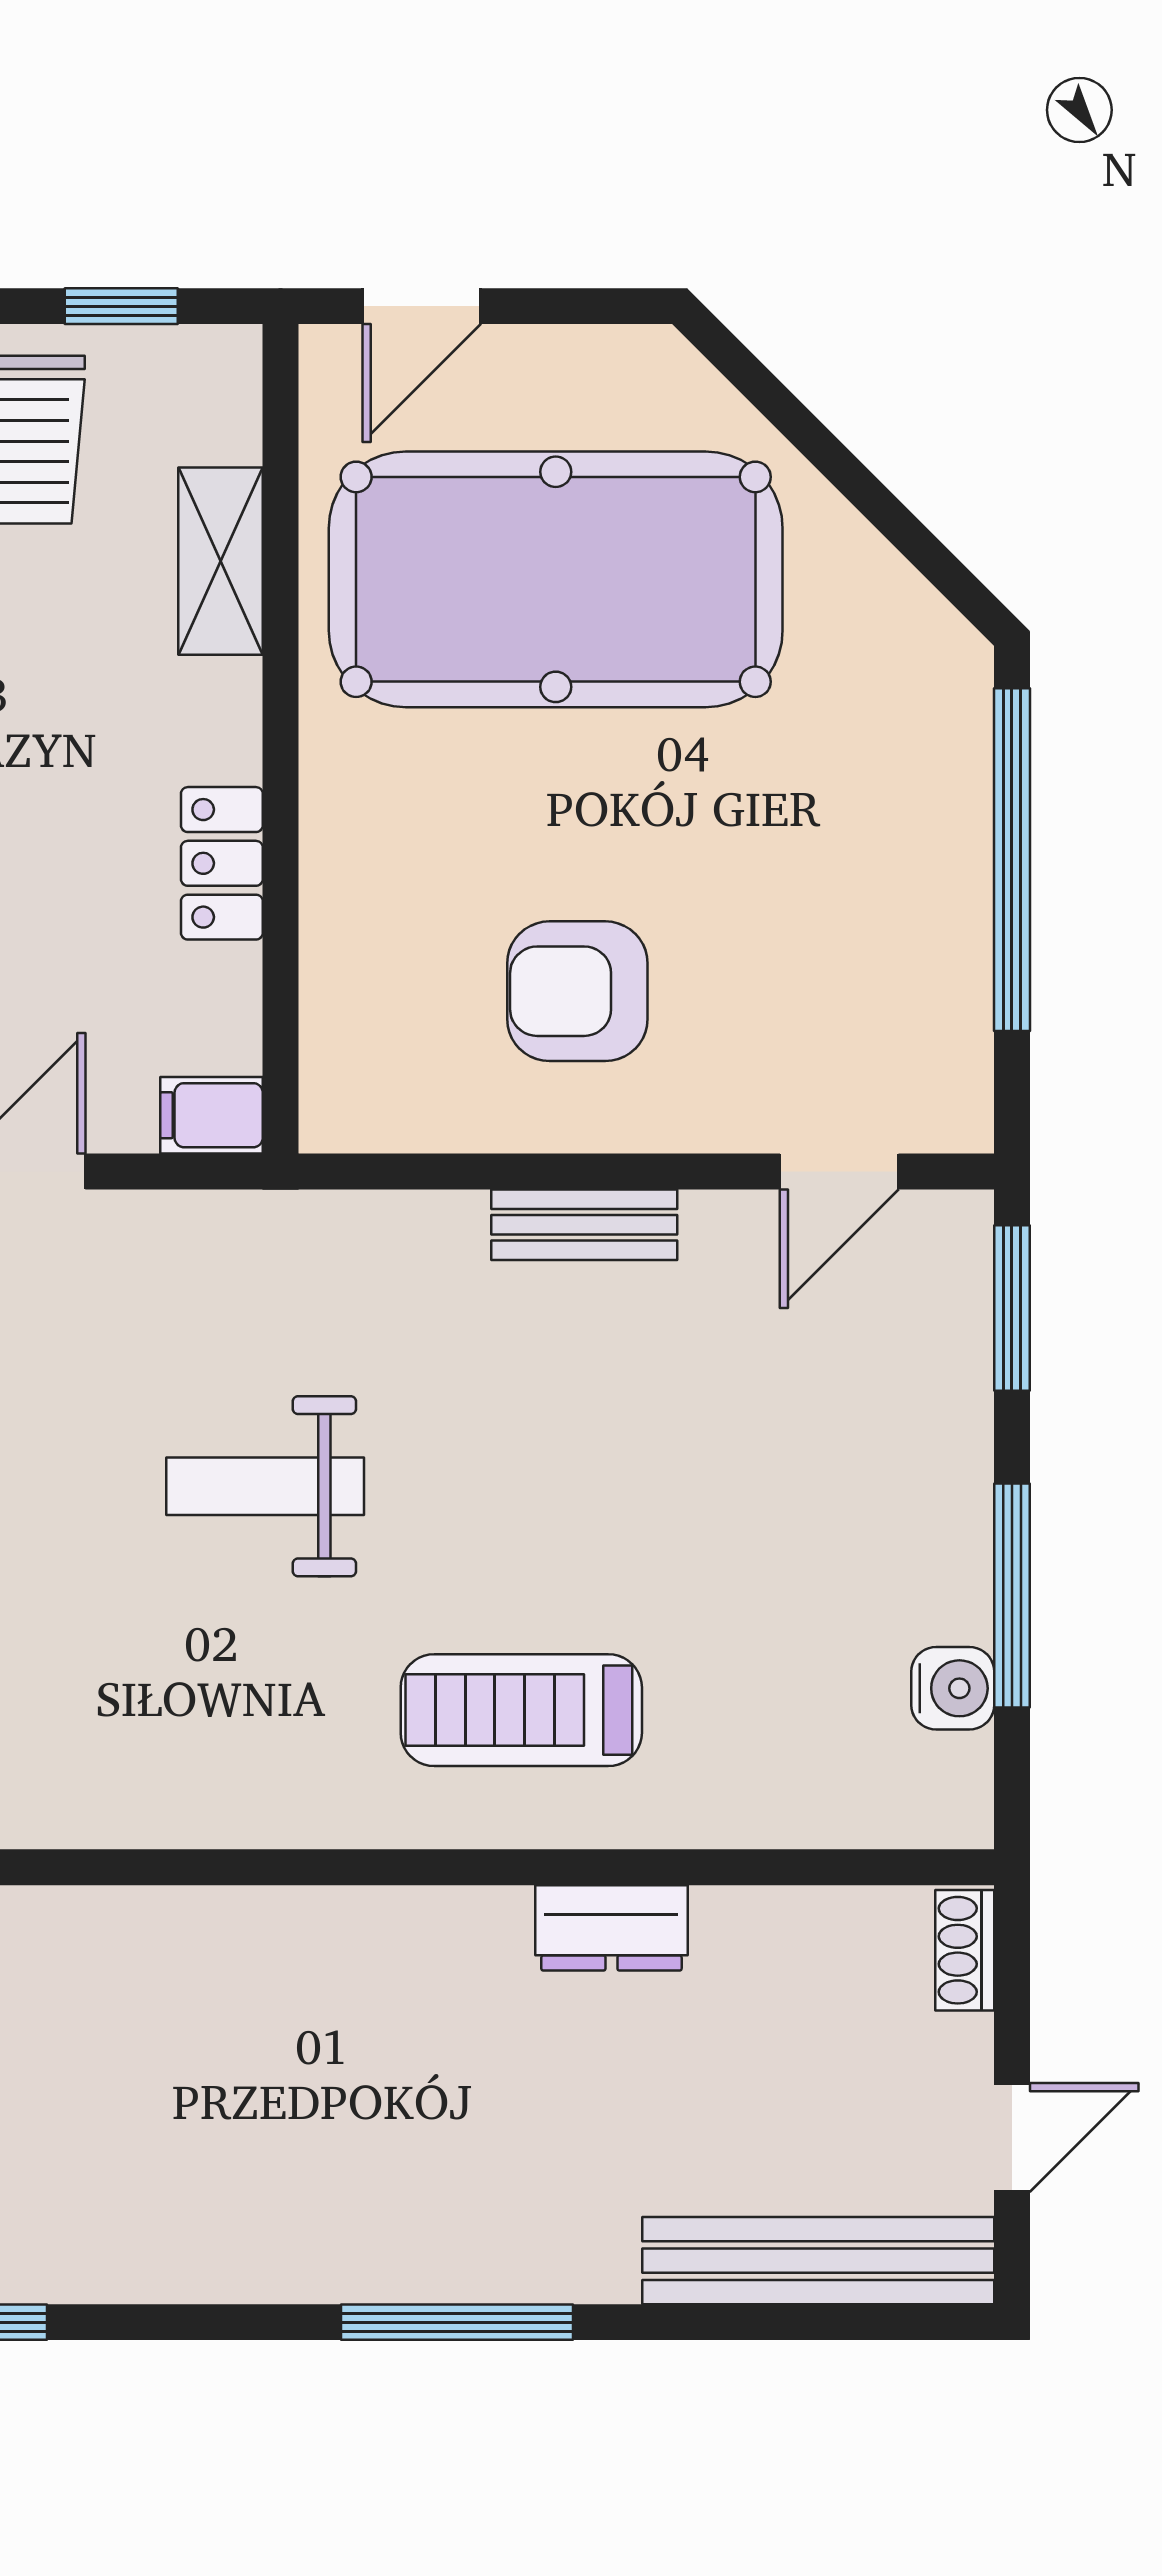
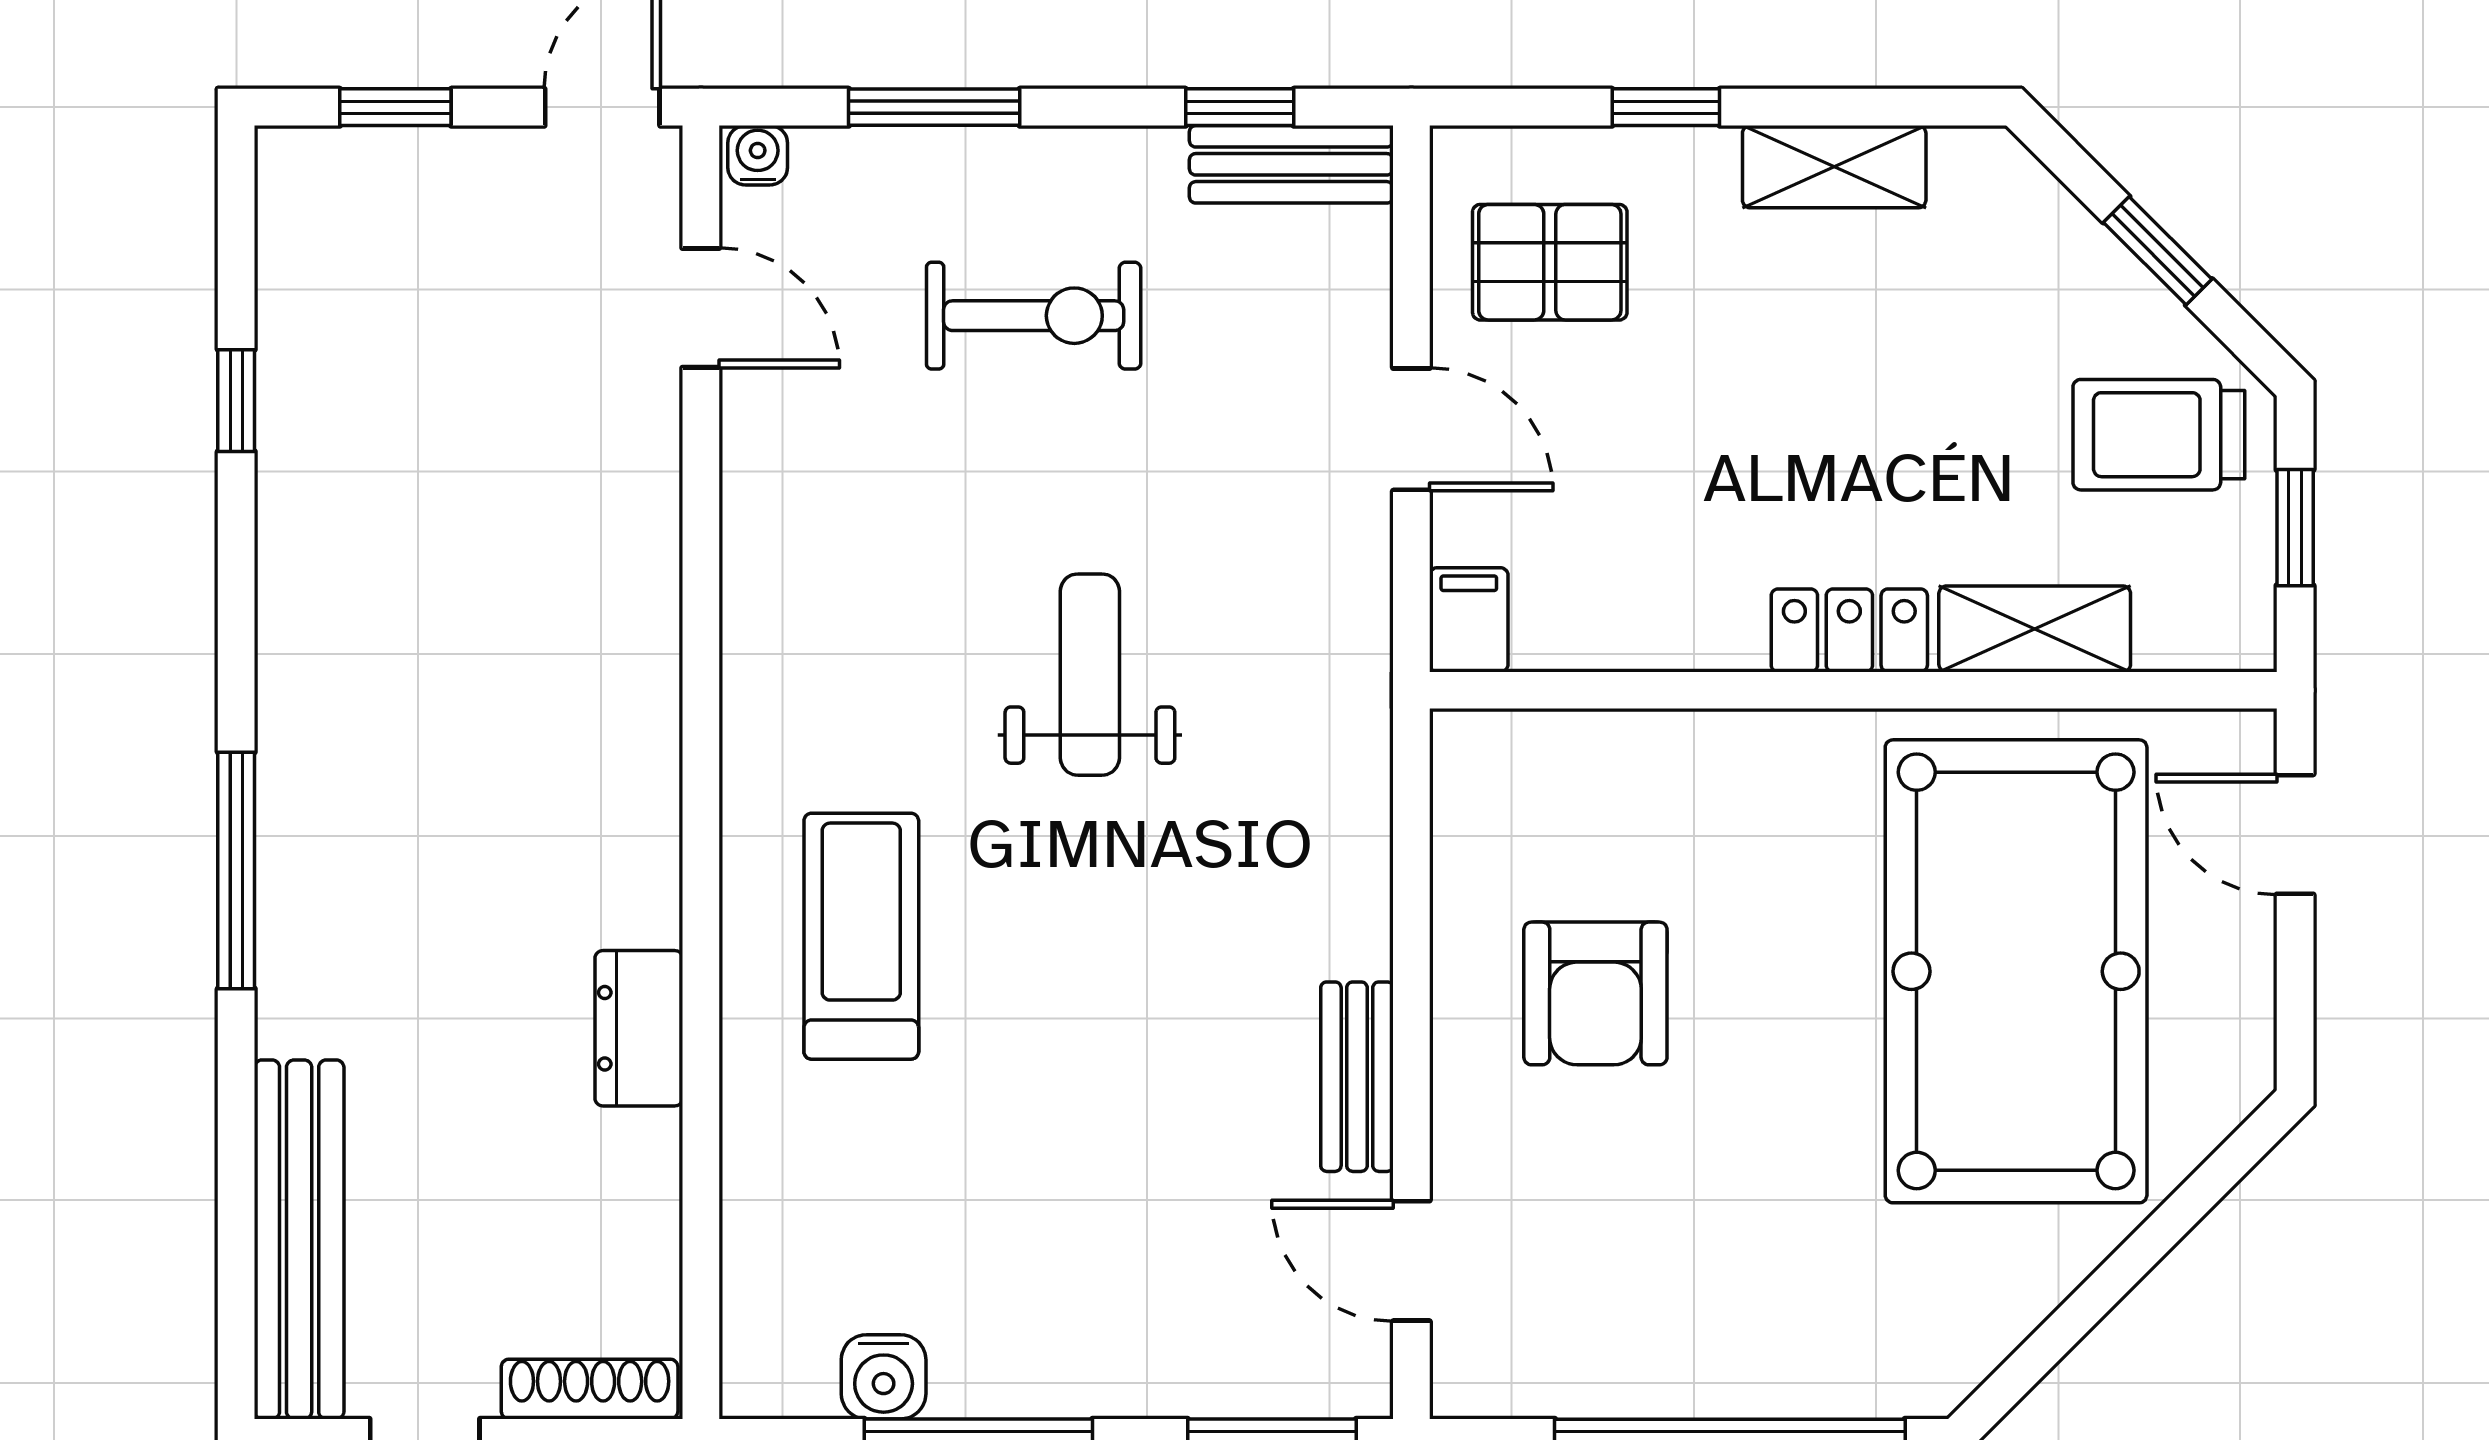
locker: (222, 863) -> (1849, 630), moved
armchair: (577, 991) -> (1595, 993), turned 180
bench: (584, 1225) -> (1357, 1077), moved
shoe rack: (965, 1950) -> (590, 1389), width x1.43

